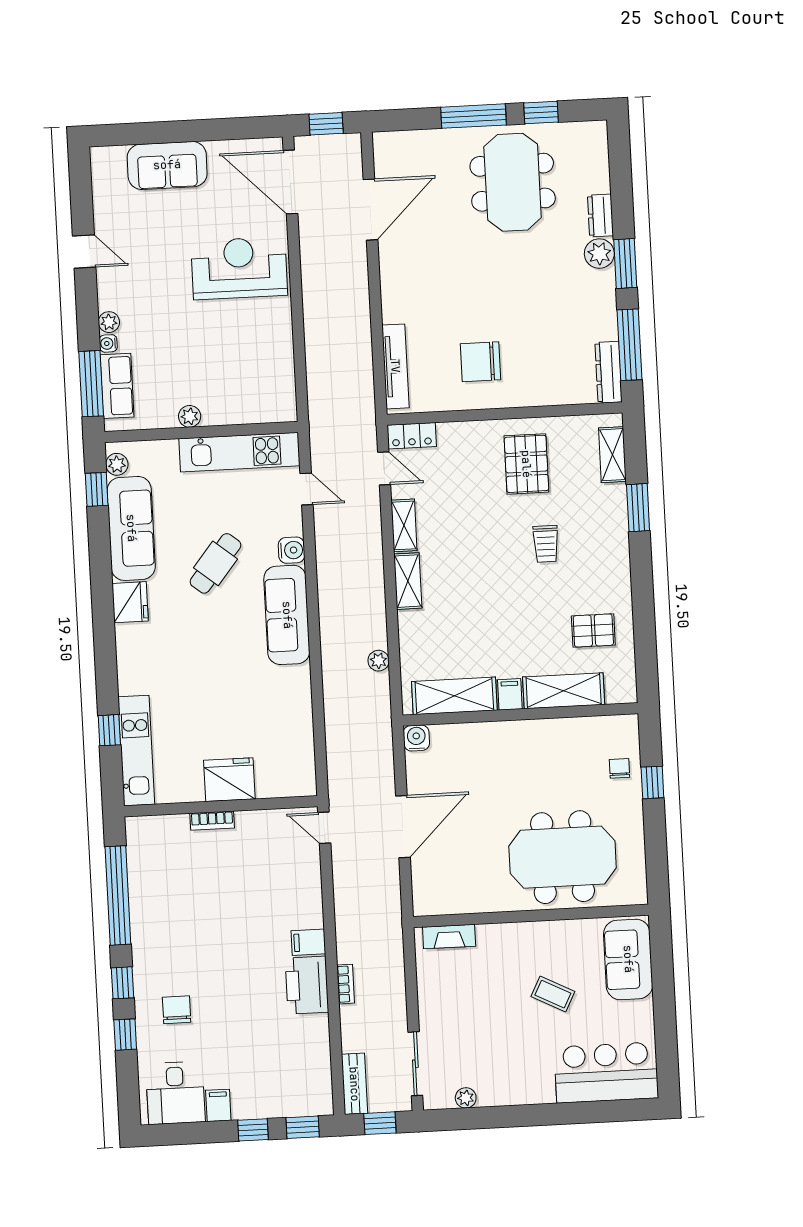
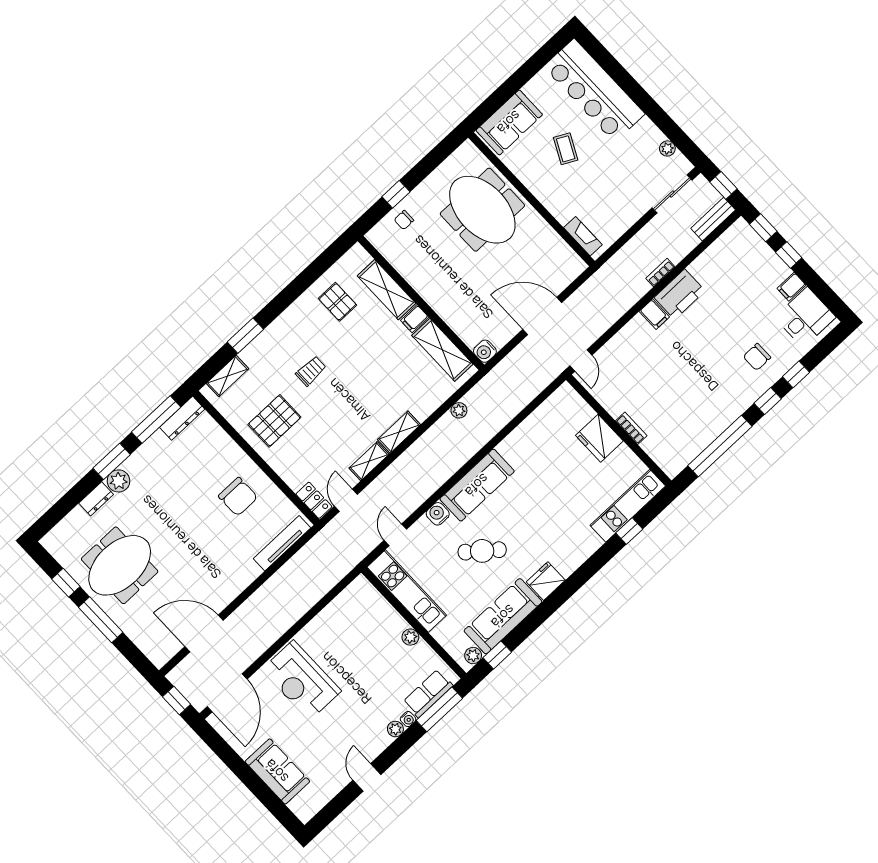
bar counter: (606, 1073) -> (594, 90), width x1.36

